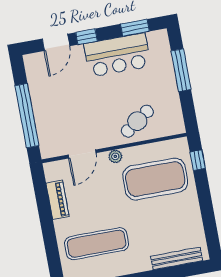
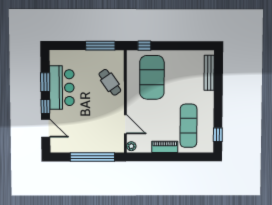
window: (135, 28) -> (45, 82), moved
window: (181, 70) -> (100, 46), moved
plant: (115, 156) -> (131, 146), moved
piano: (57, 200) -> (165, 147), moved

